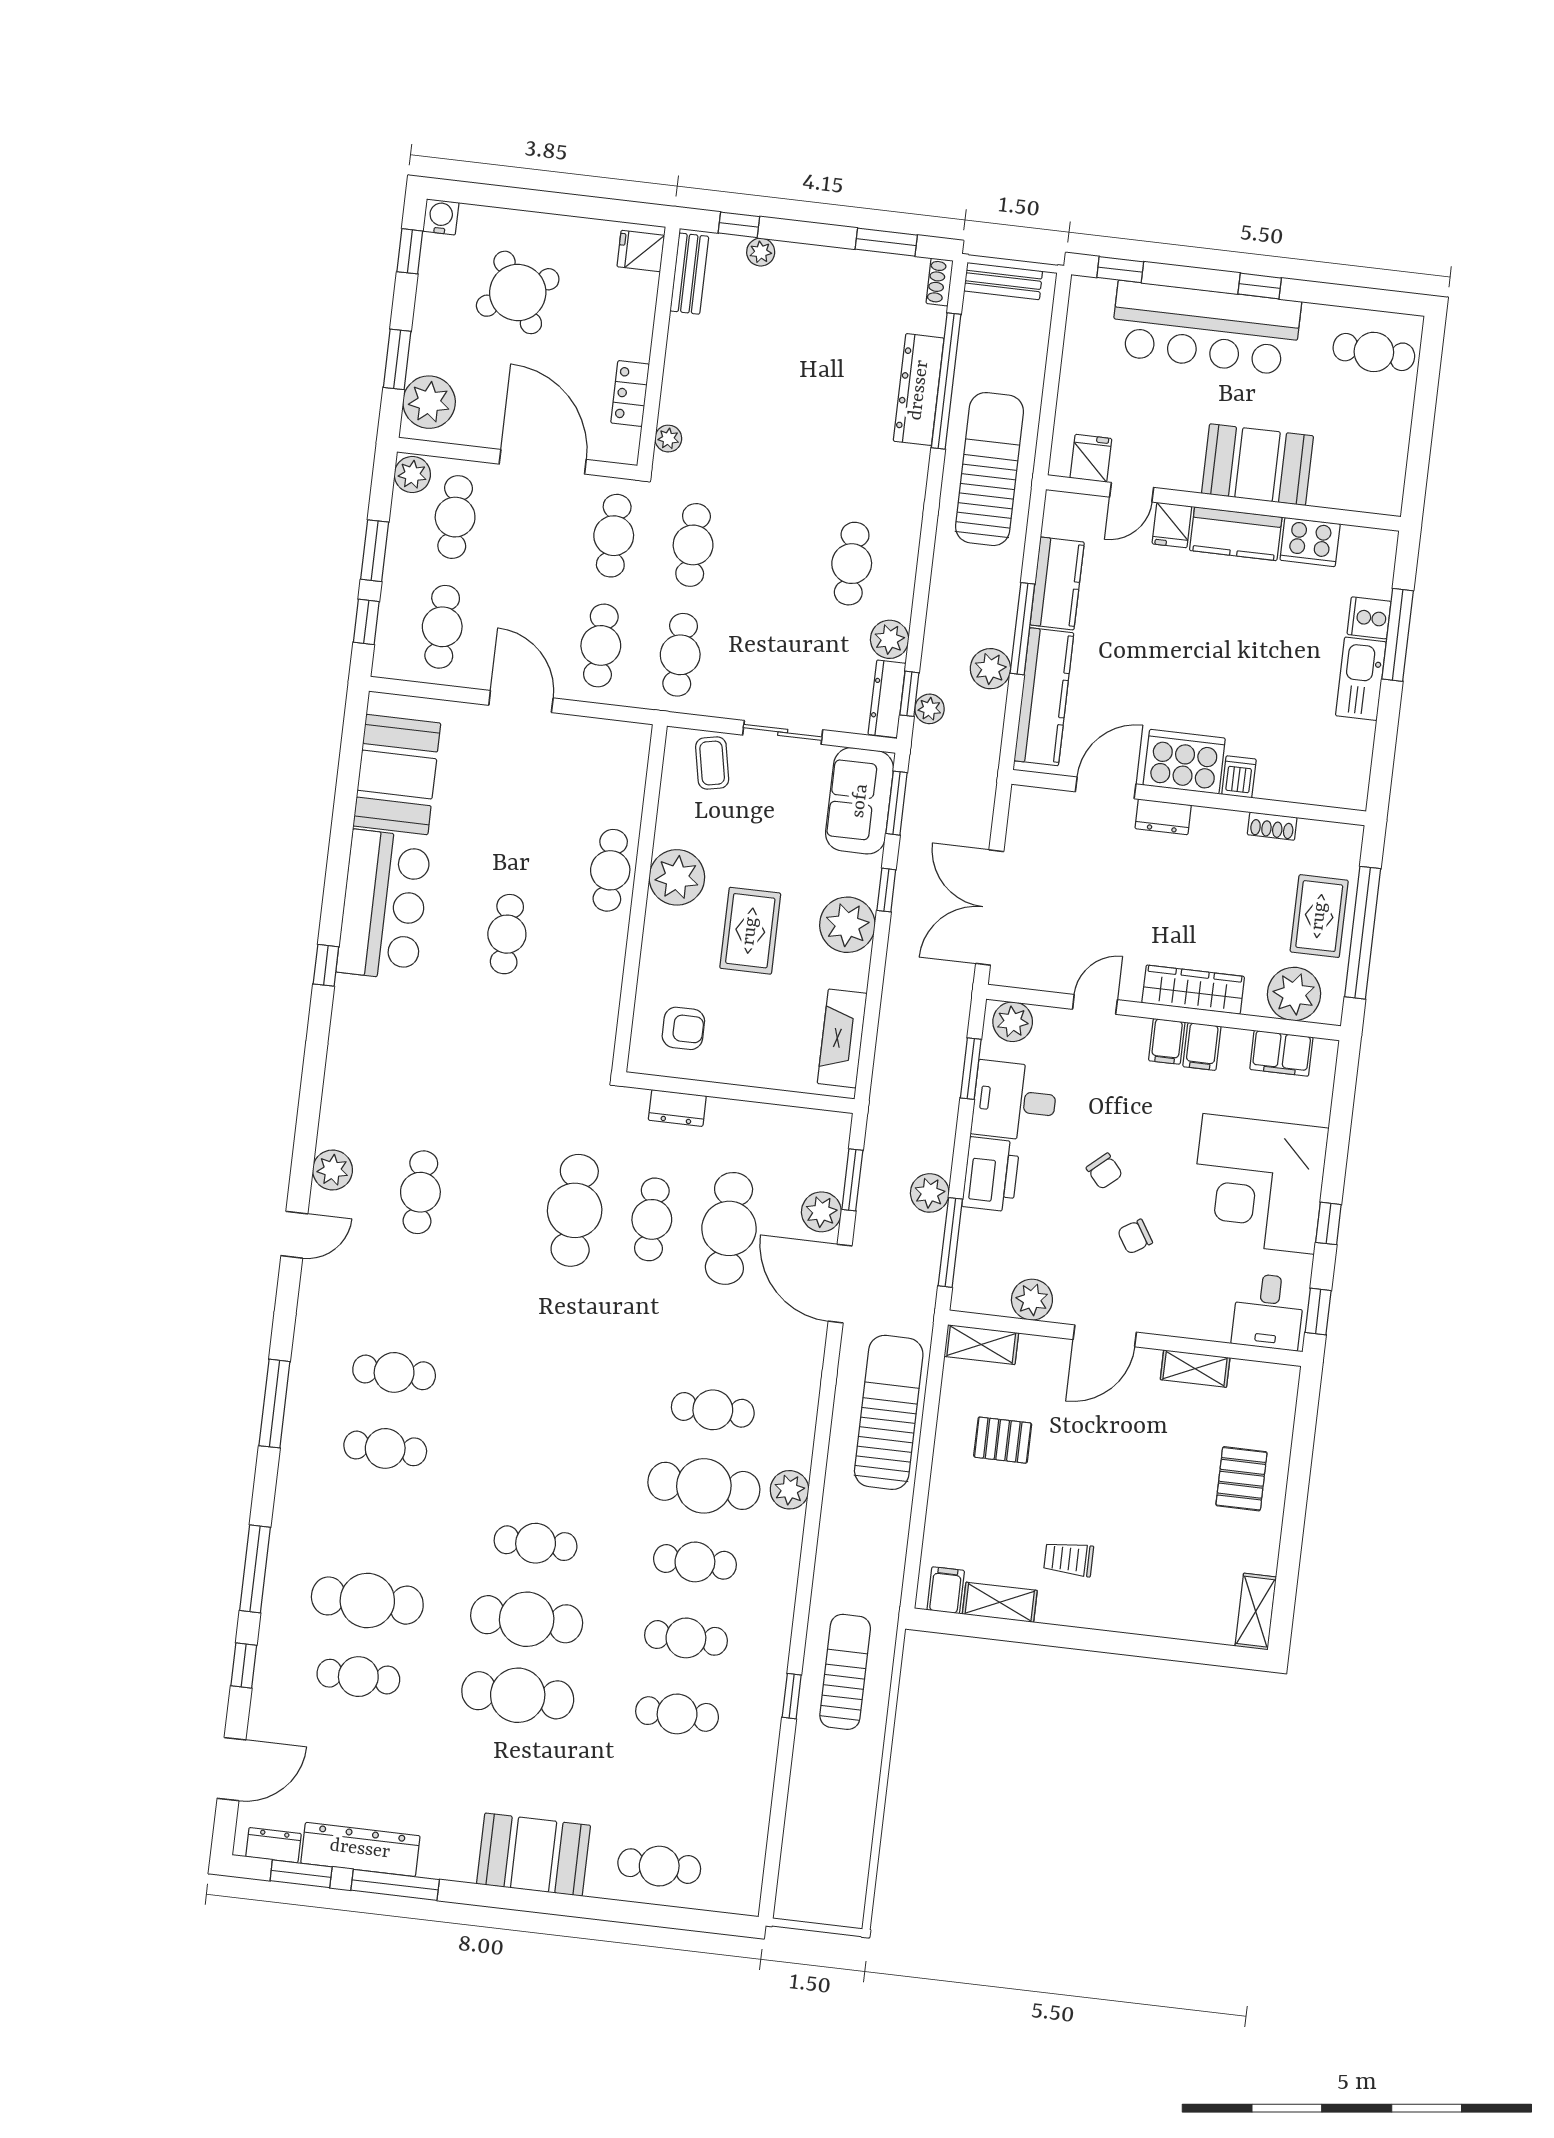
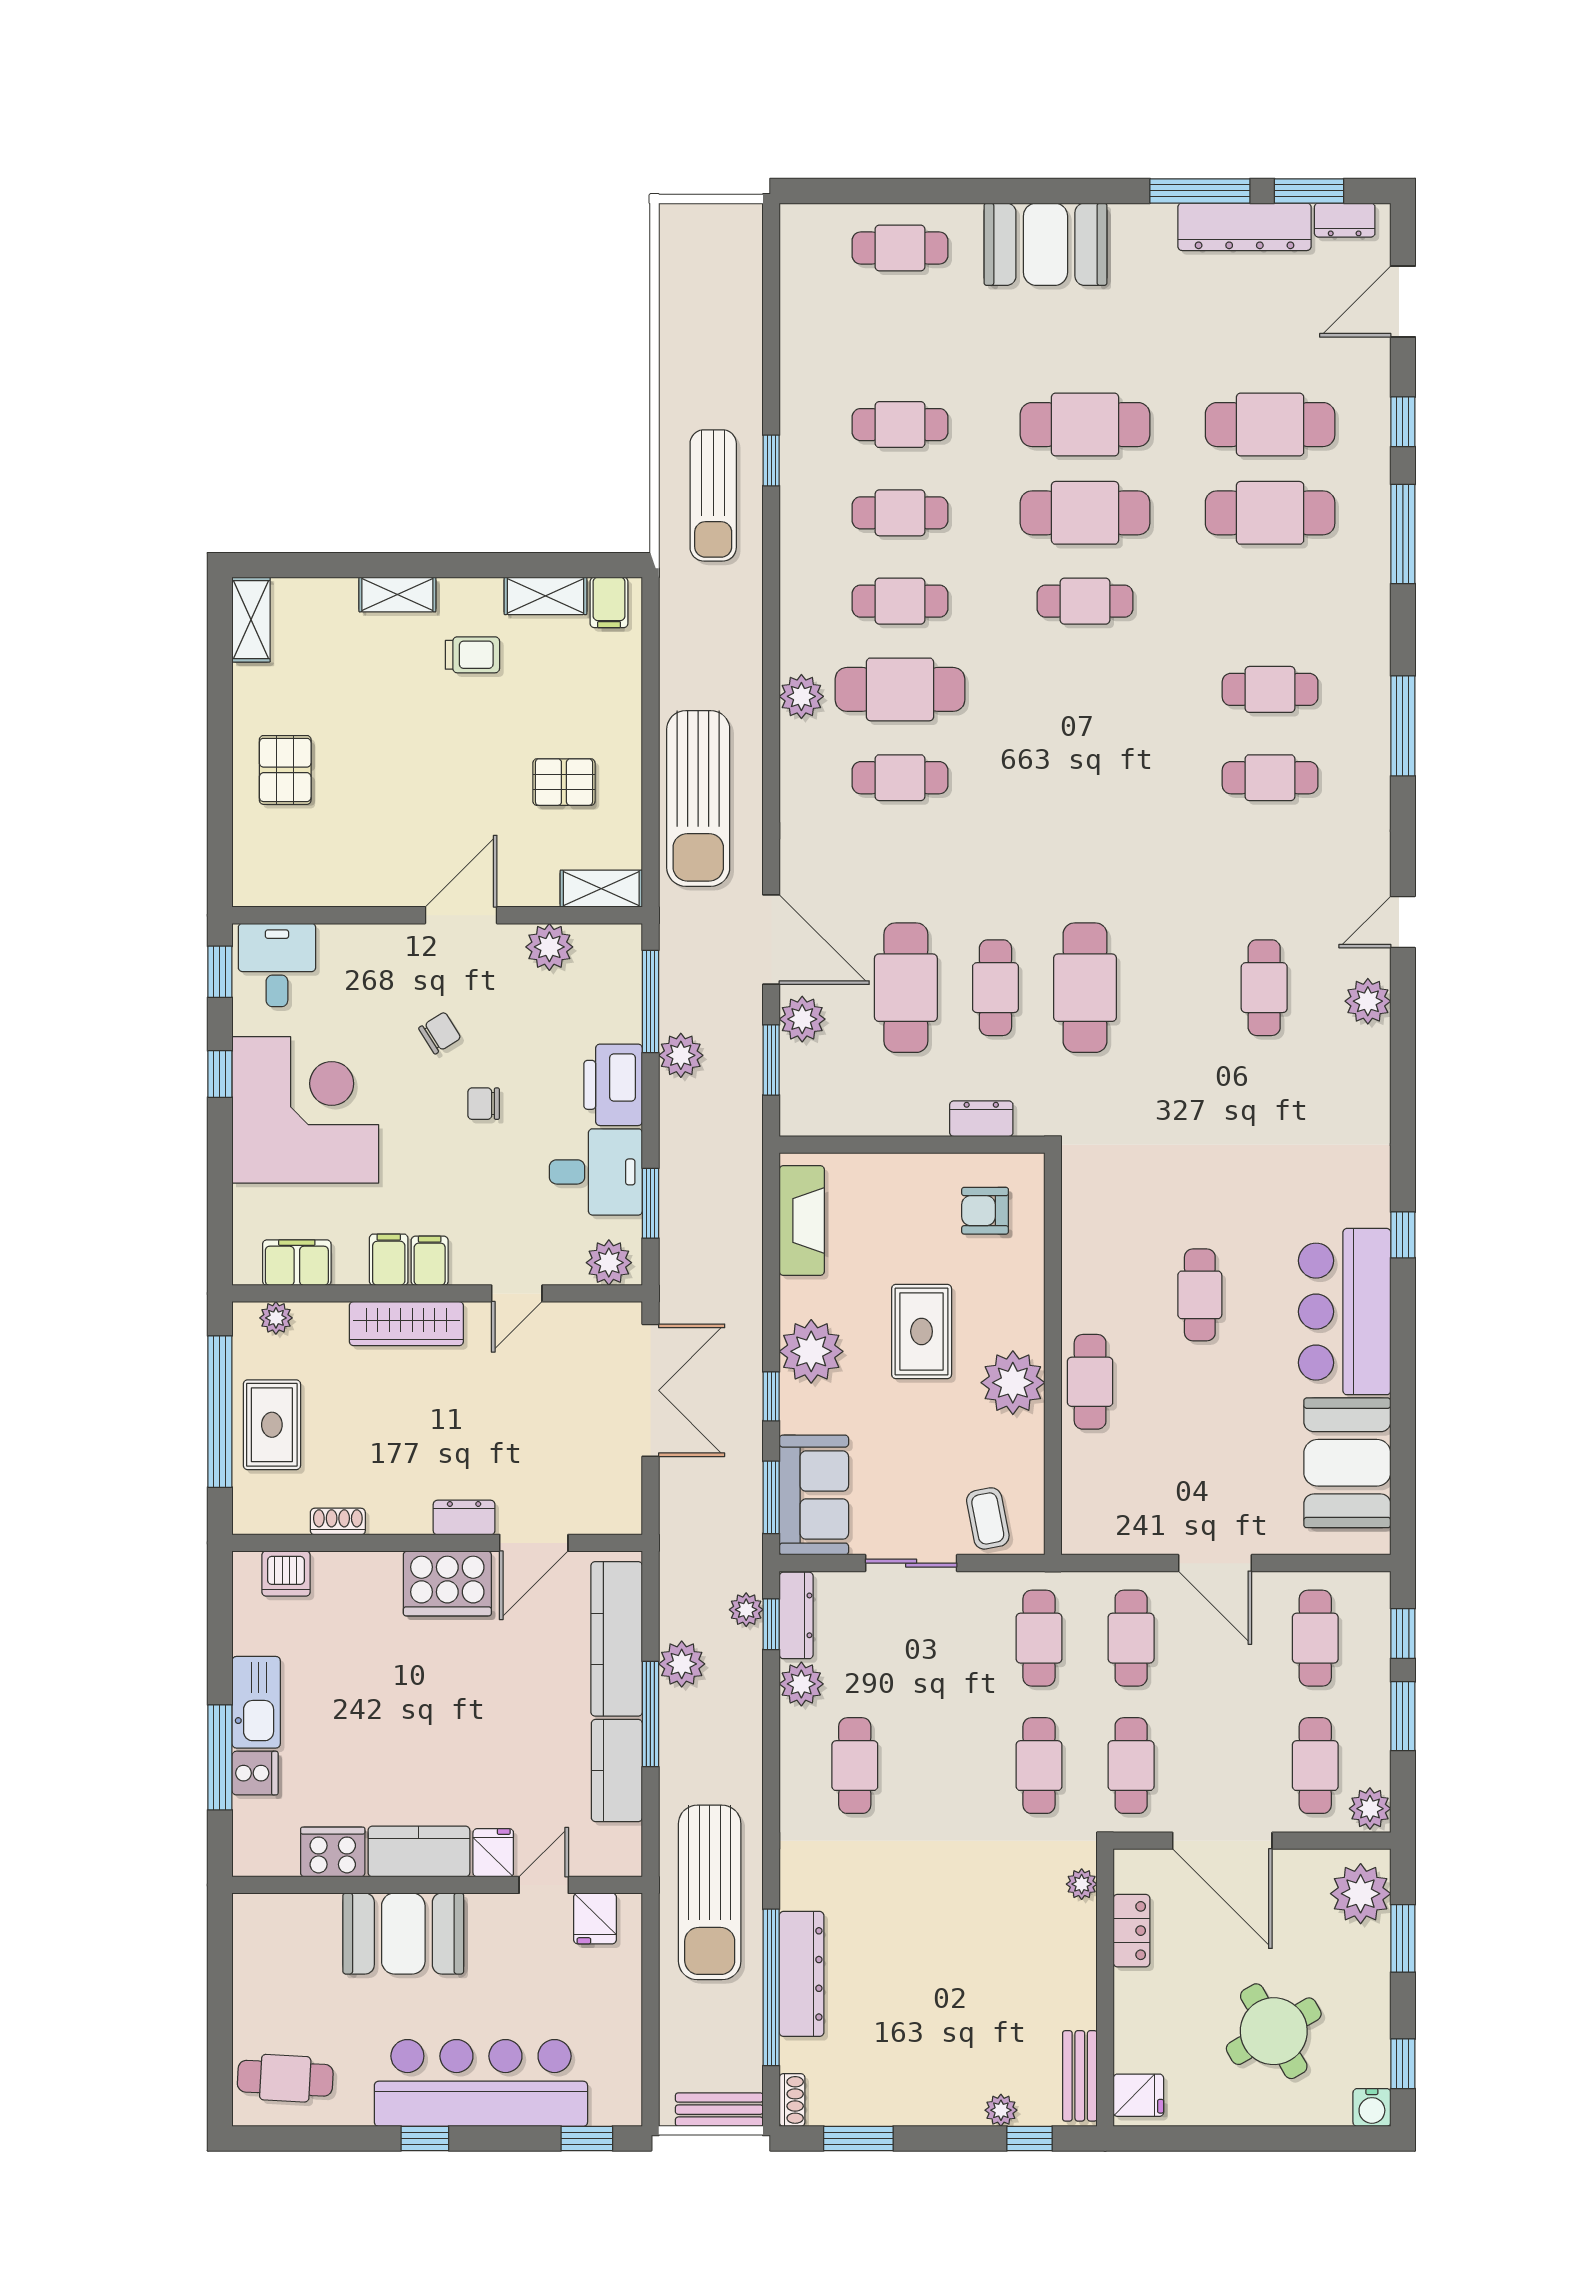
dishwasher: (1239, 777) -> (286, 1574), moved, width x1.38
plant: (1294, 994) -> (276, 1318), width x0.53, depth x0.53
chair: (1104, 1171) -> (484, 1104), turned -49
shelving: (1195, 1369) -> (397, 595), moved
cafe table: (358, 1677) -> (1270, 425), width x1.37, depth x1.35

